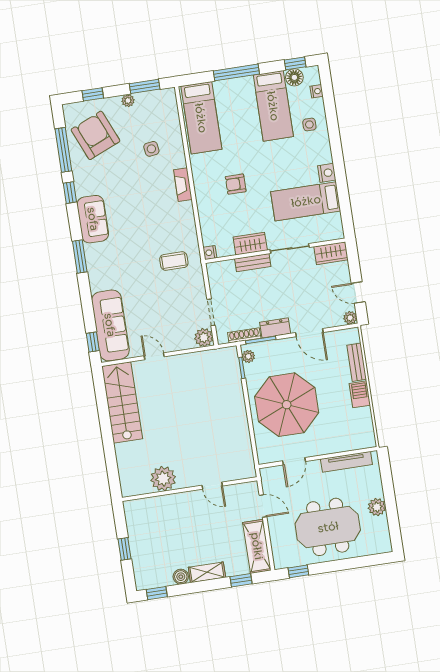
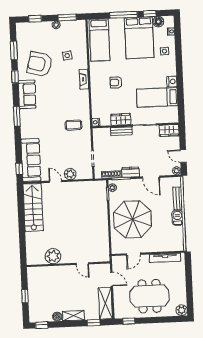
window: (295, 63) -> (150, 14), moved
bed: (273, 106) -> (139, 38), width x1.50
armchair: (95, 135) -> (40, 64), moved, turned -52
window: (63, 150) -> (14, 51), width x0.69
plant: (204, 337) -> (70, 174), moved
plant: (377, 507) -> (182, 310), moved

